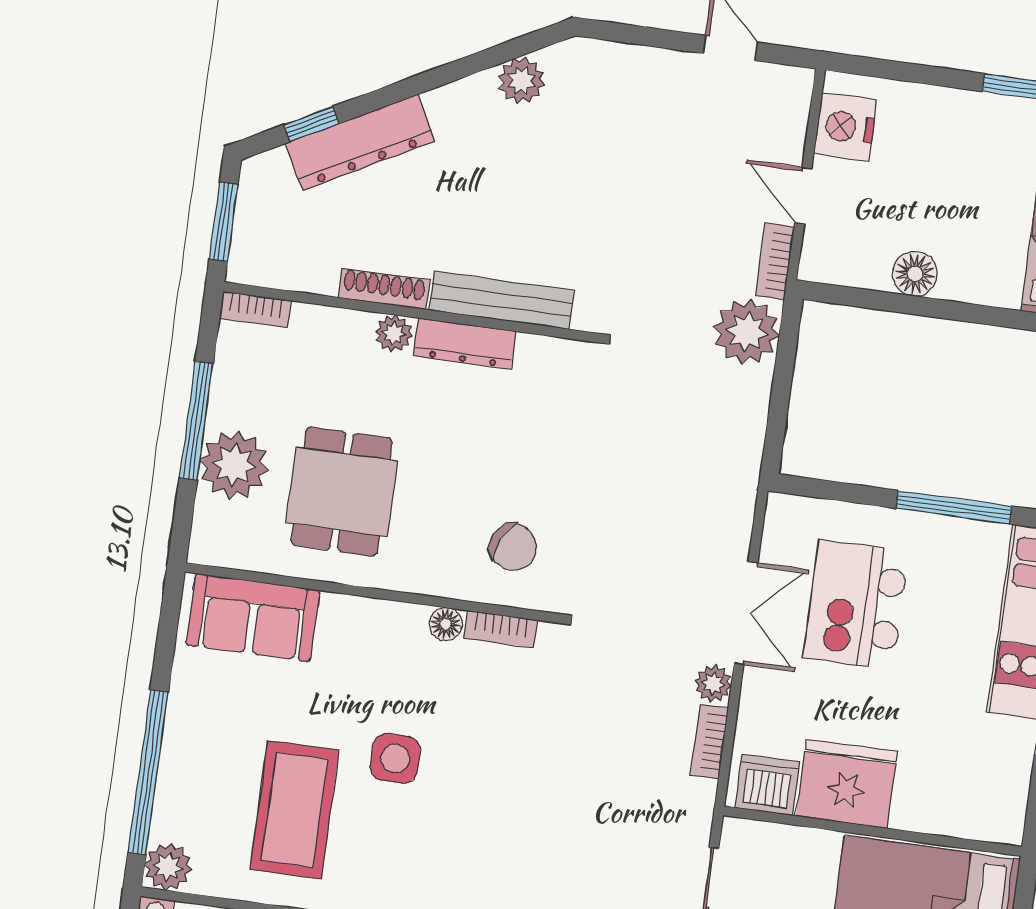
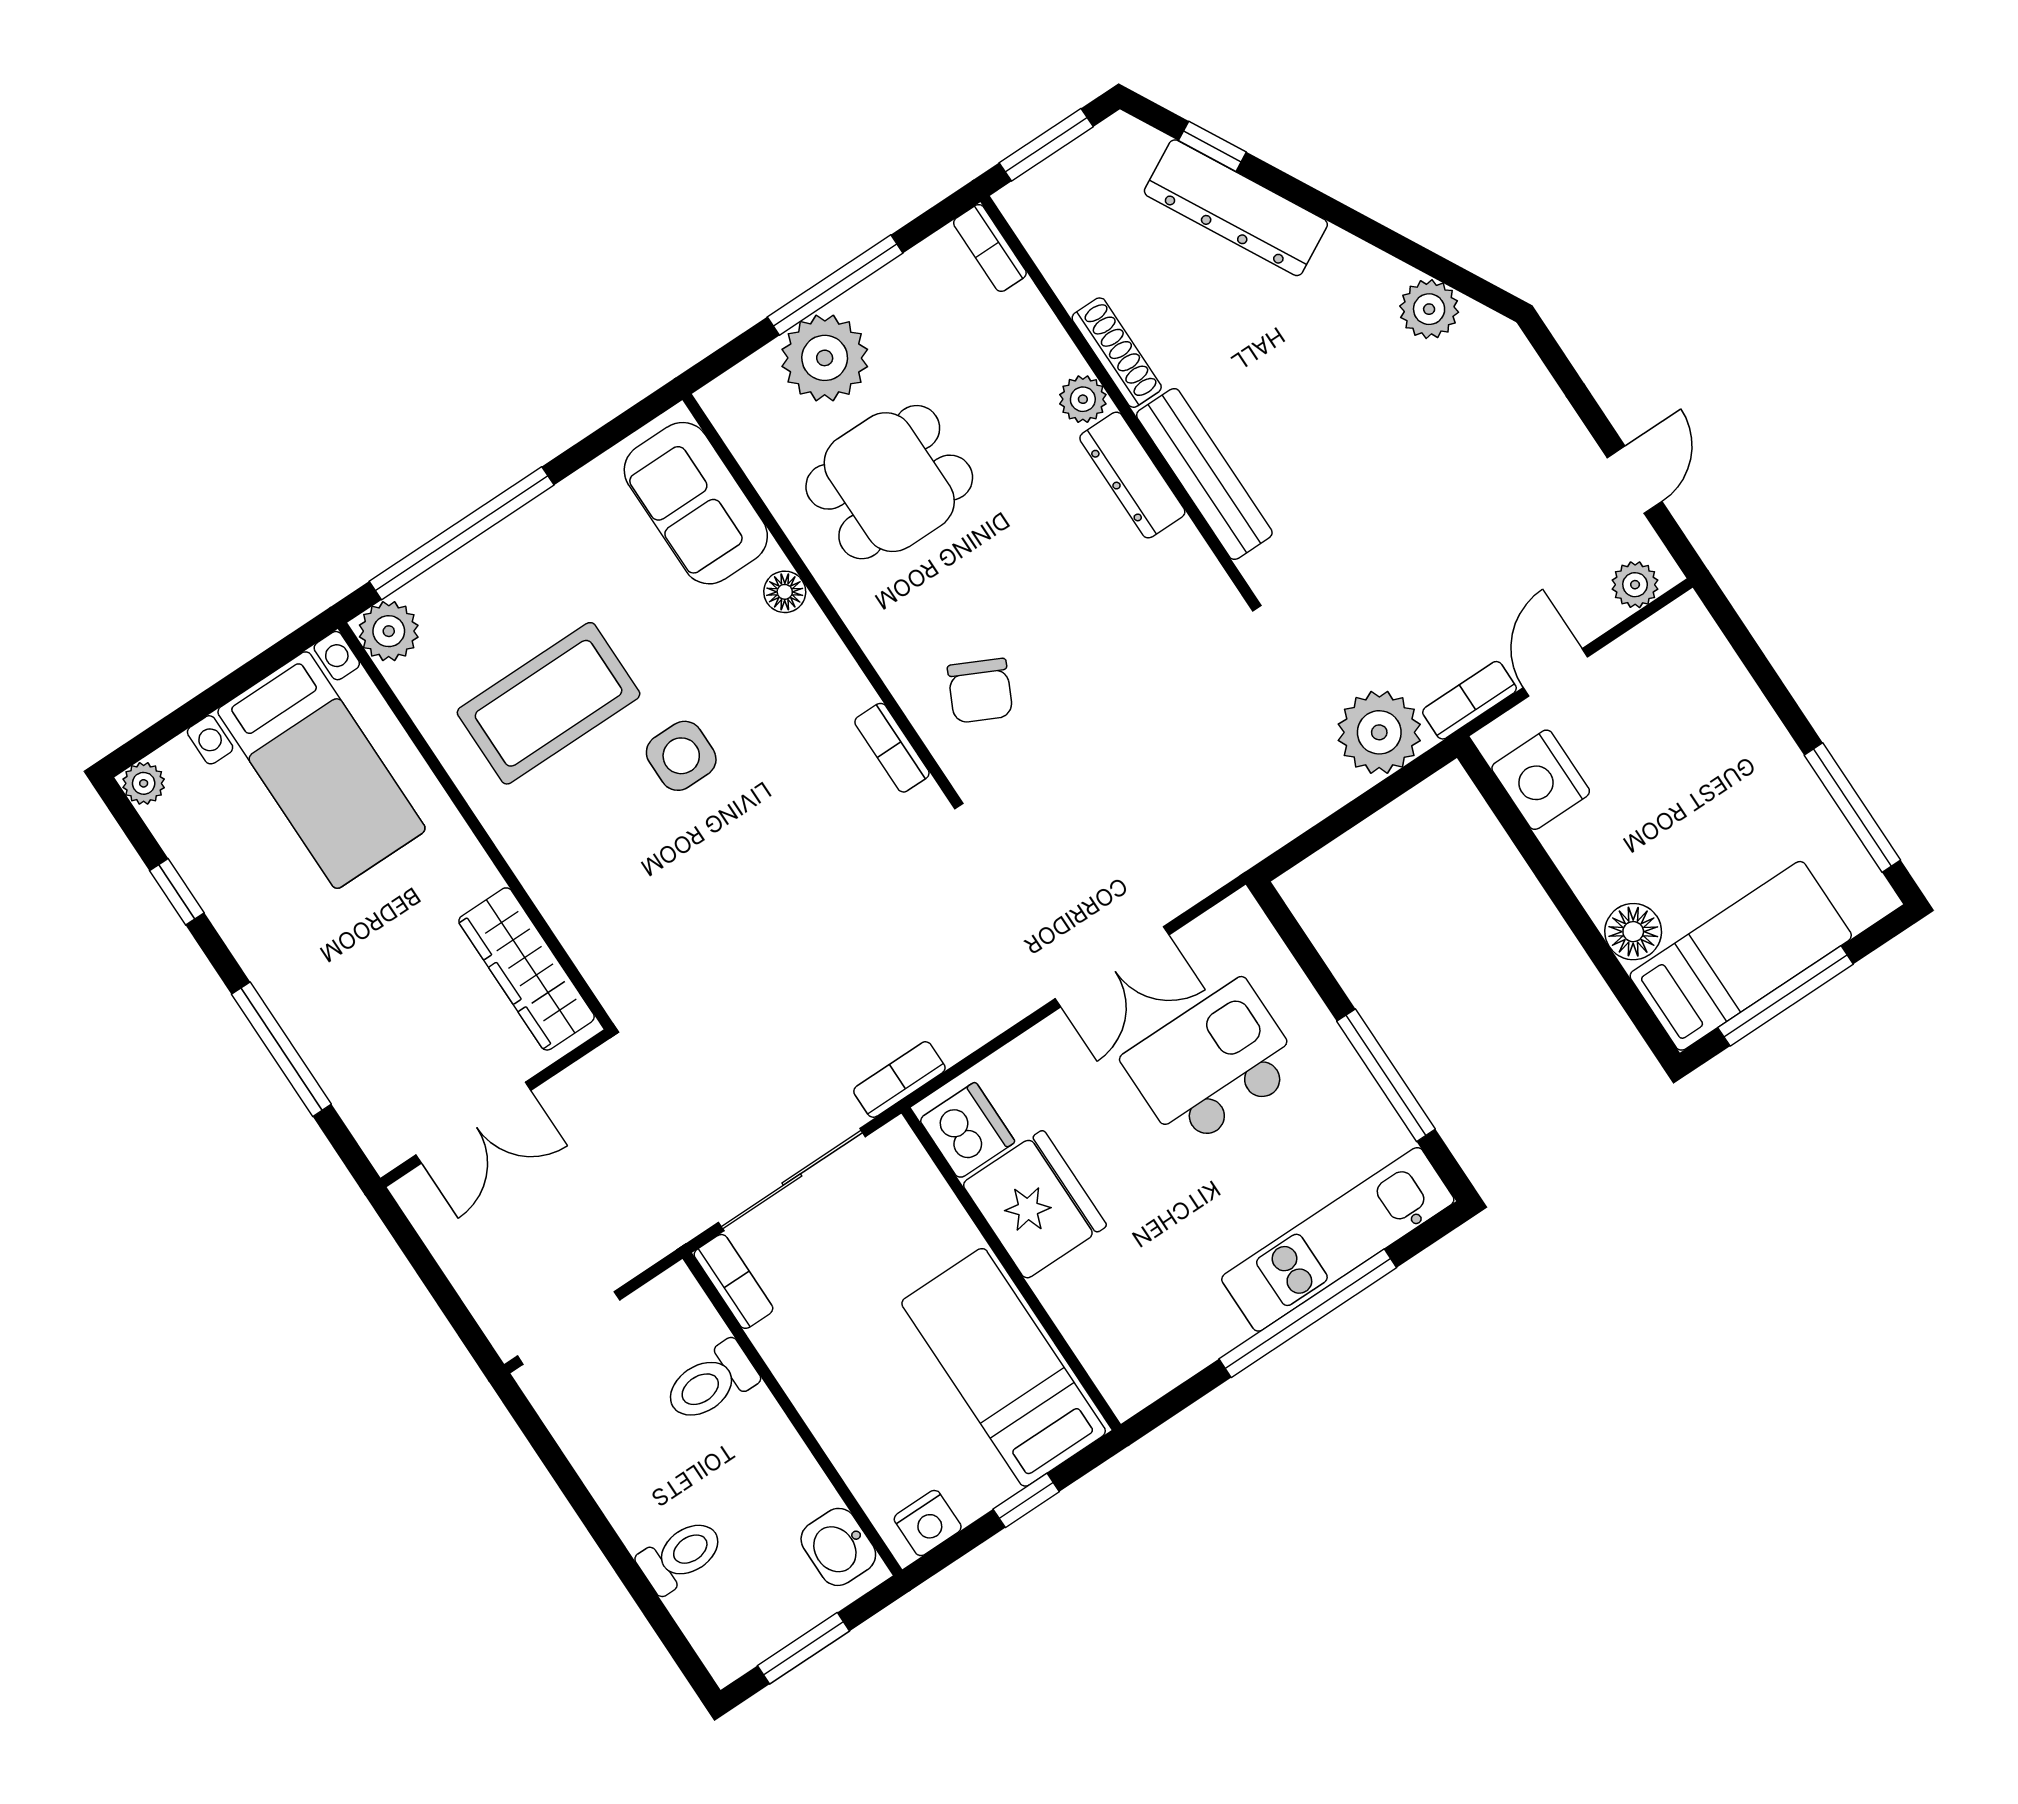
nightstand: (845, 127) -> (1541, 780), moved, turned -90
floor lamp: (915, 274) -> (1633, 932), moved
floor lamp: (446, 624) -> (785, 592), moved
plant: (713, 683) -> (1635, 585), moved
bookcase: (709, 742) -> (899, 1080), moved

